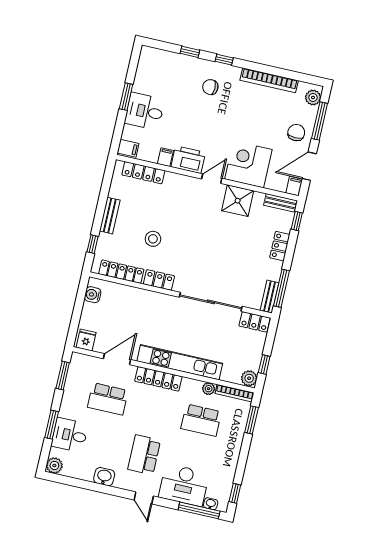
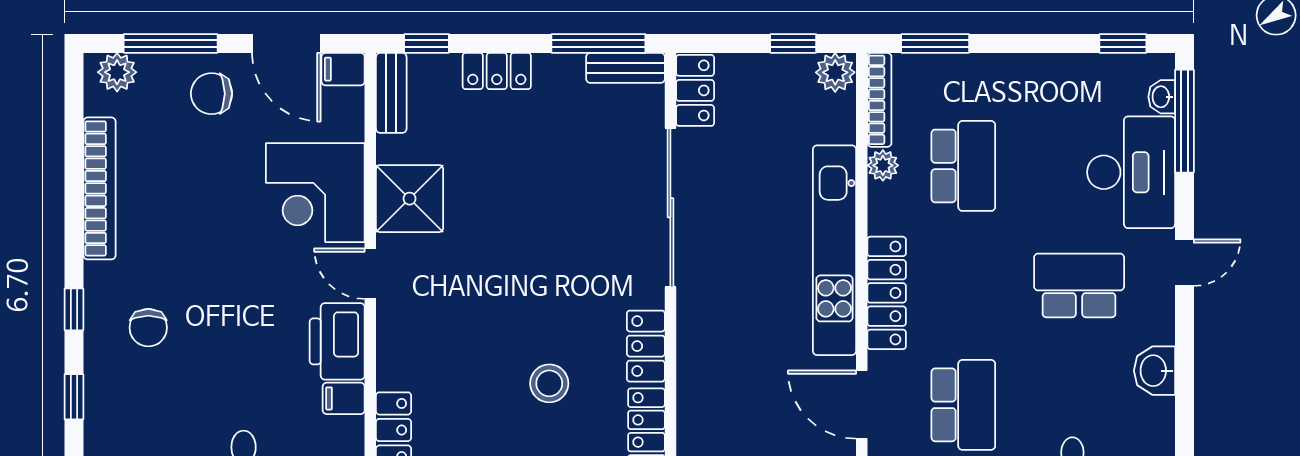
school desk: (144, 455) -> (1079, 285), turned 180

